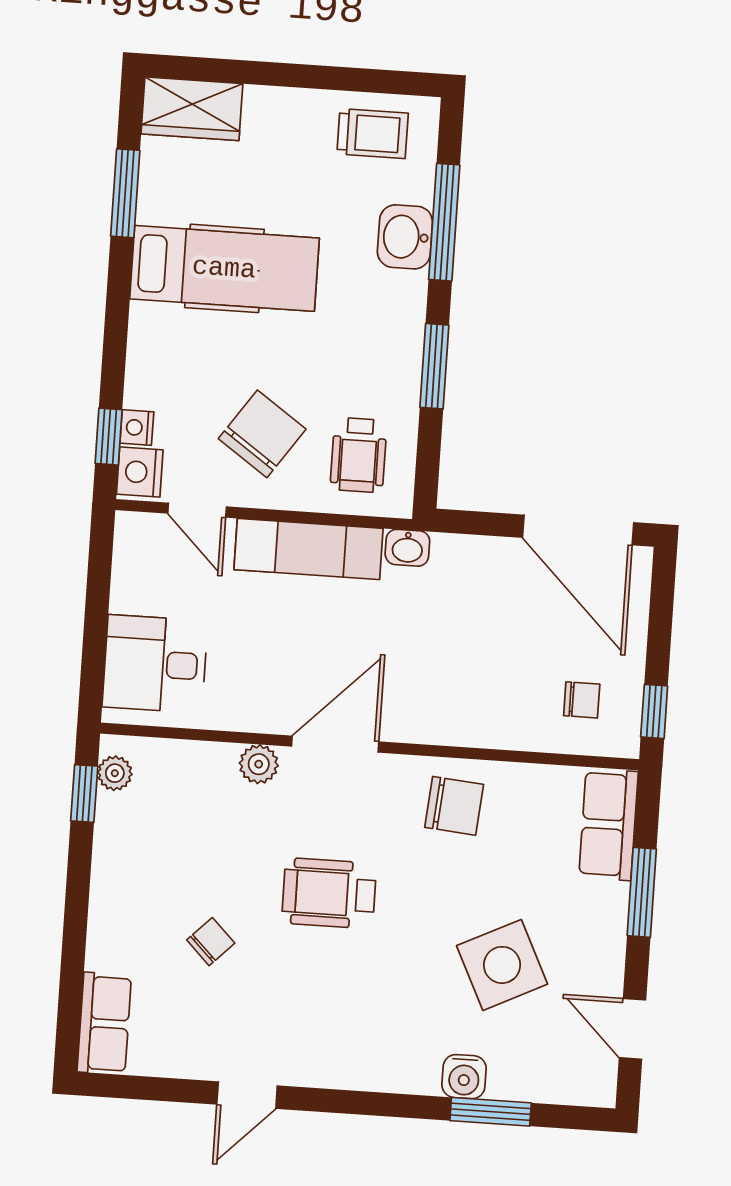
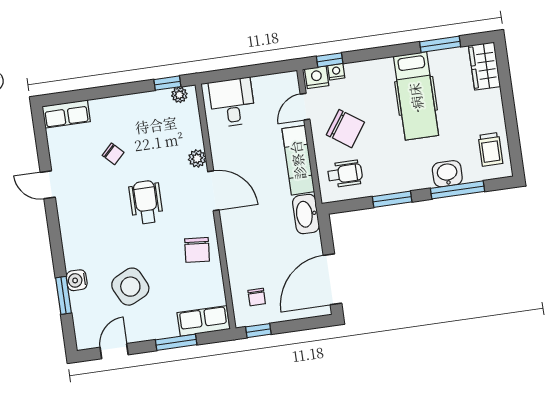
wheelchair: (359, 455) -> (345, 174), turned 180
washbasin: (407, 548) -> (306, 214), width x1.91, depth x1.45

